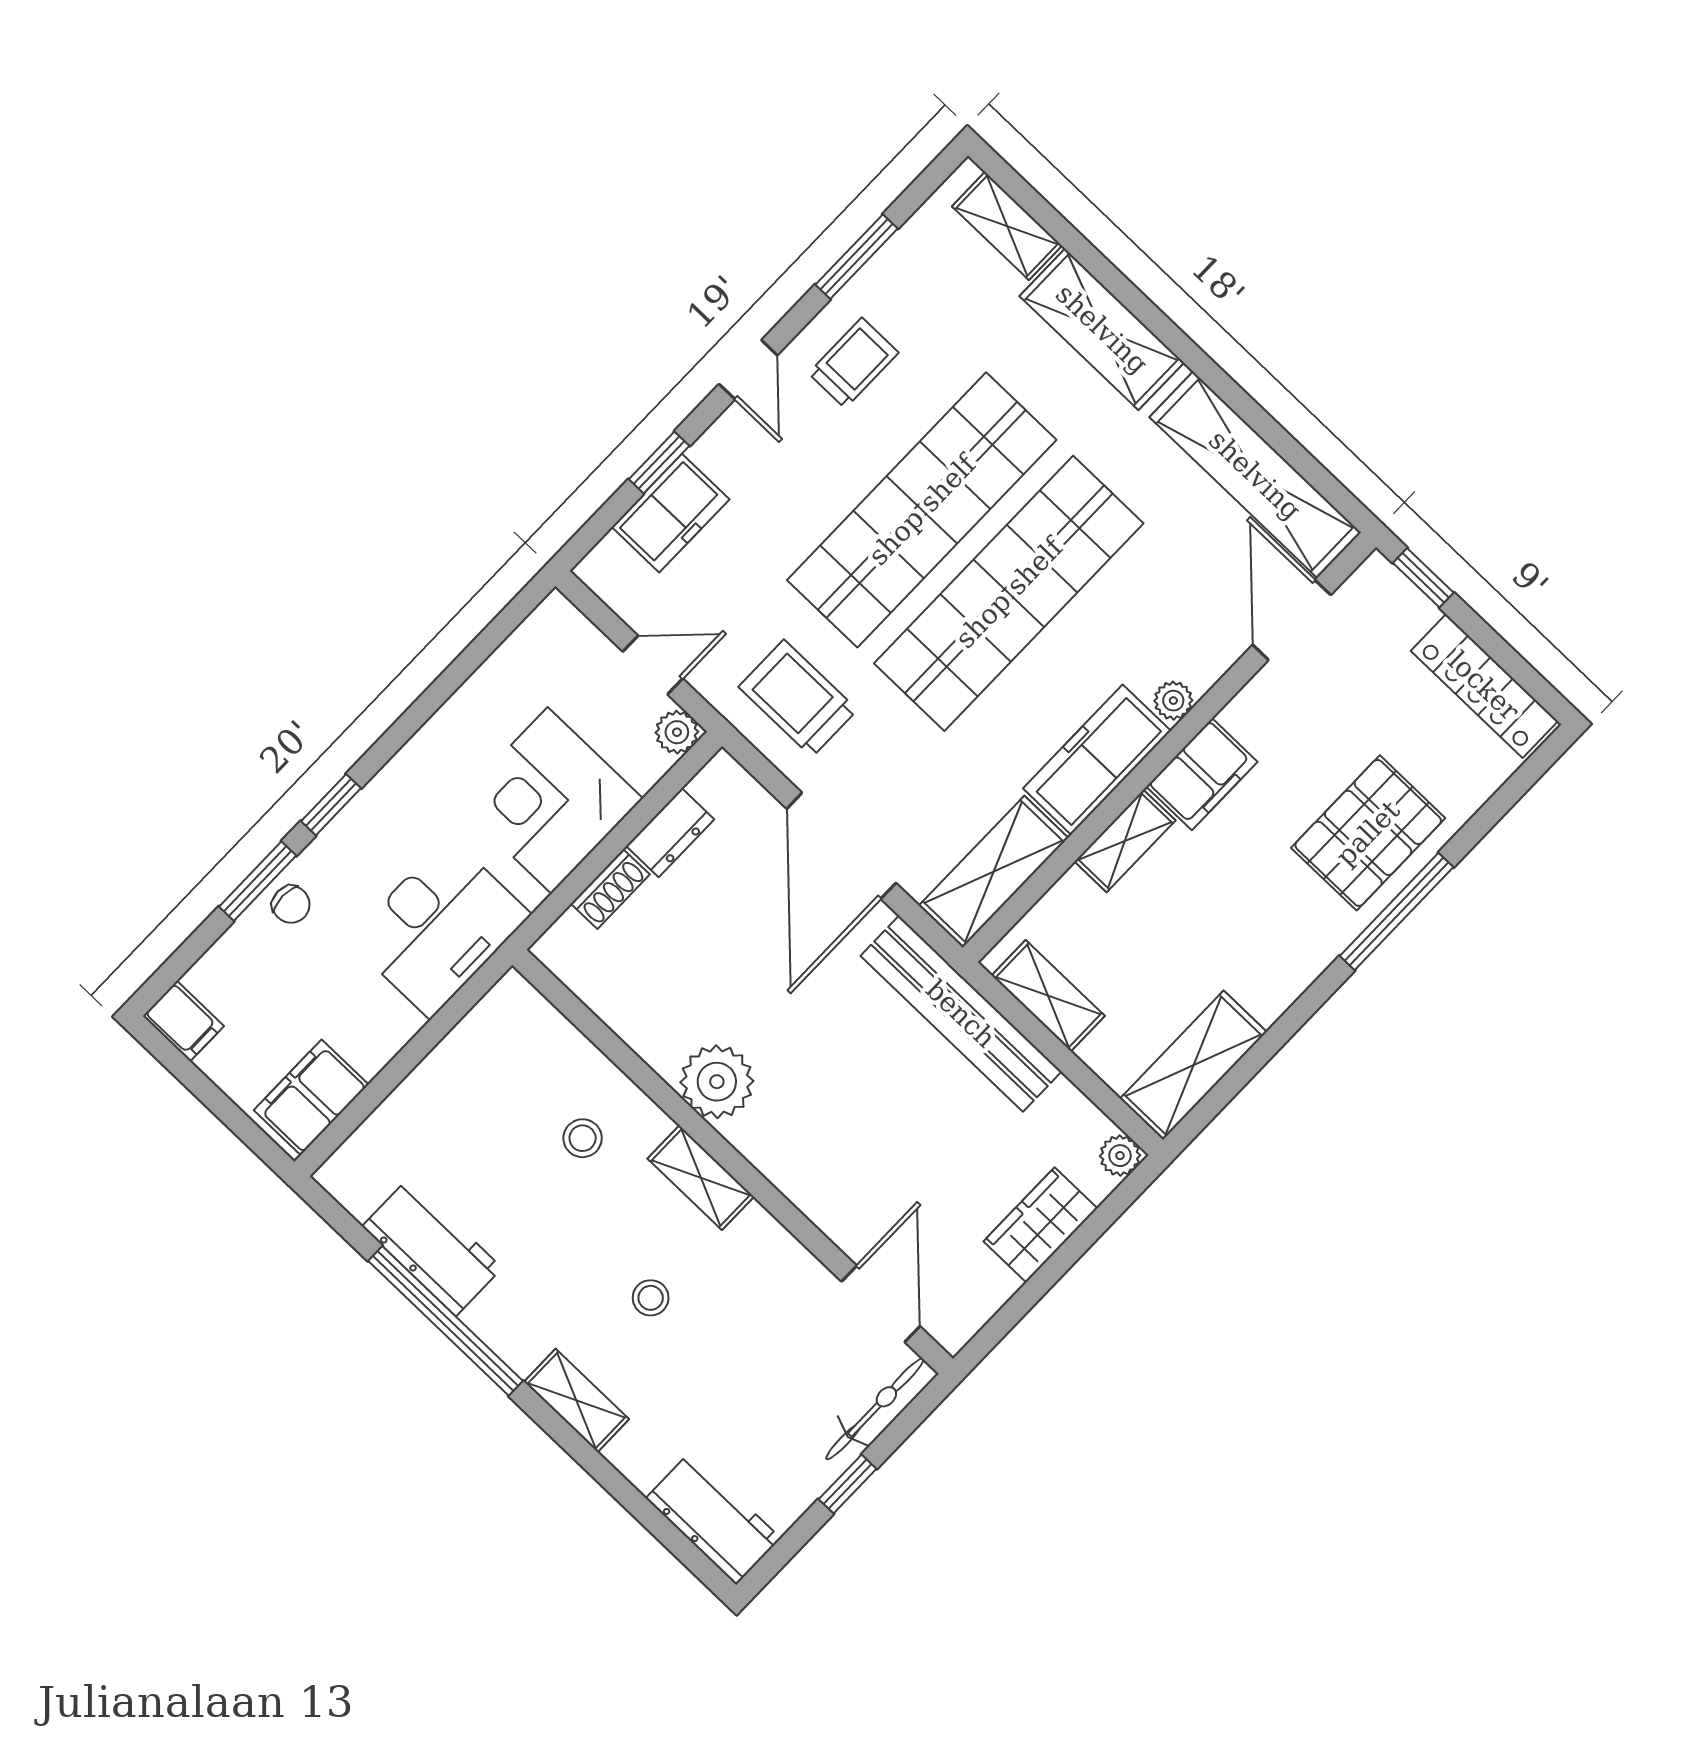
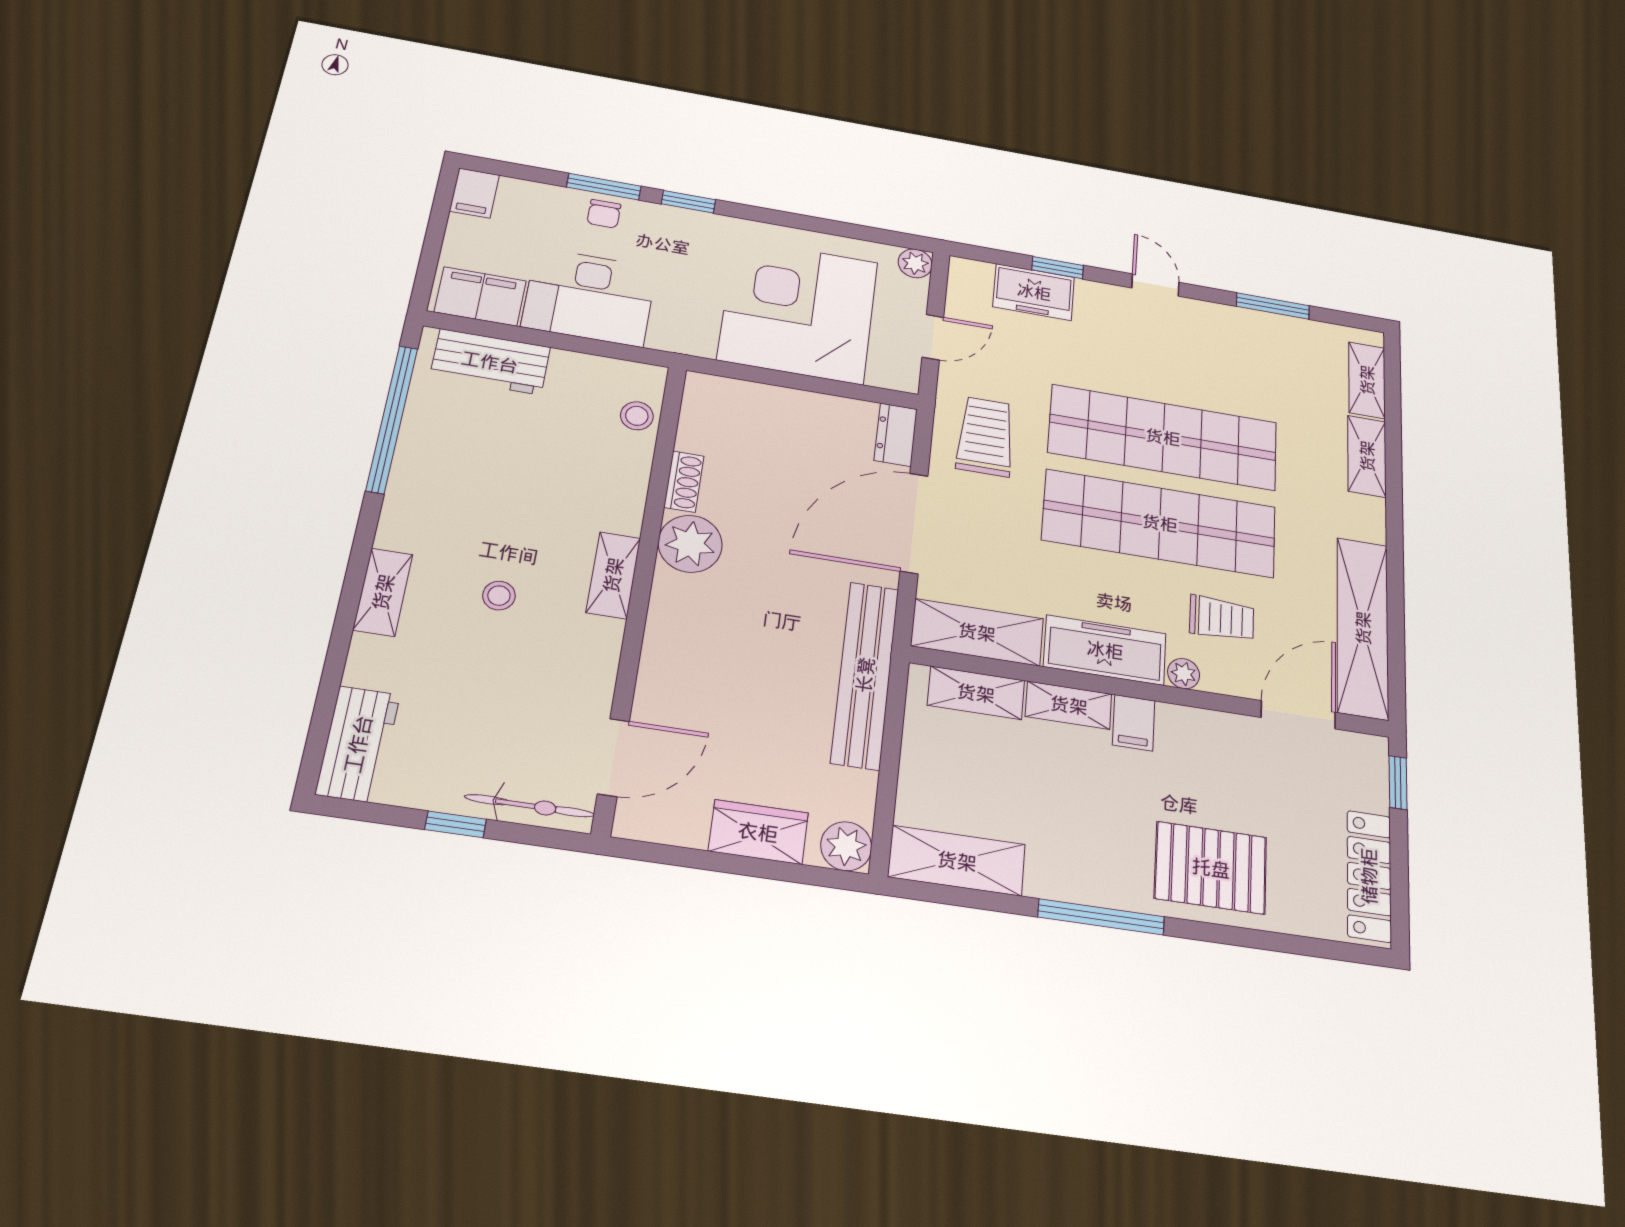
shelving: (1102, 329) -> (1367, 456), width x0.67, depth x0.75
trolley: (853, 363) -> (1222, 618), moved
door: (748, 370) -> (1155, 285), swing flipped
door: (653, 665) -> (933, 337), hinge flipped
plant: (677, 732) -> (915, 263), moved
filing cabinet: (1202, 774) -> (1134, 723), width x0.50
corner desk: (550, 800) -> (798, 311), width x1.36, depth x1.36
dresser: (670, 833) -> (896, 435), moved, turned 90
shoe rack: (610, 889) -> (684, 482), moved, turned -90
window: (1397, 912) -> (1101, 917), moved
desk: (439, 927) -> (589, 297), moved
shelving: (1048, 996) -> (976, 693), moved, turned 90
stool: (583, 1138) -> (637, 416), moved
plant: (1120, 1156) -> (846, 846), width x1.38, depth x1.38
workbench: (432, 1247) -> (490, 362), moved, turned 90
window: (445, 1321) -> (392, 419), moved

